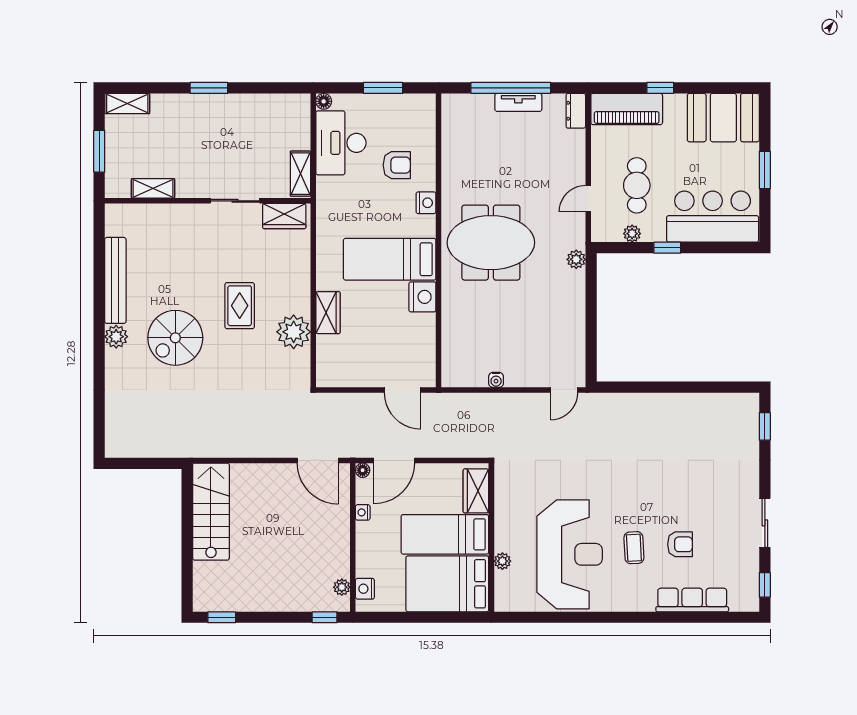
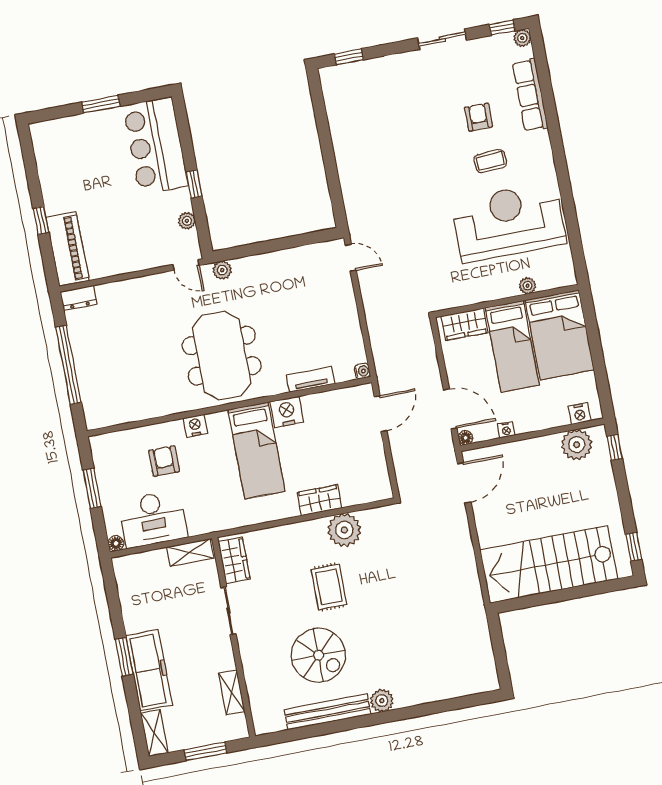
tv unit: (518, 102) -> (311, 379), moved, turned -90
freezer: (191, 110) -> (149, 670), added
booth: (723, 118) -> (58, 154), removed
cafe table: (637, 185) -> (139, 225), removed
door: (588, 199) -> (186, 265), moved
rug: (240, 306) -> (329, 587), turned 90
spiral stairs: (175, 338) -> (318, 655), moved
water cooler: (496, 380) -> (362, 371), moved
stairs: (211, 512) -> (549, 564), width x1.36, depth x1.51
plant: (342, 587) -> (577, 445), width x1.88, depth x1.88
plant: (751, 603) -> (522, 38), added

